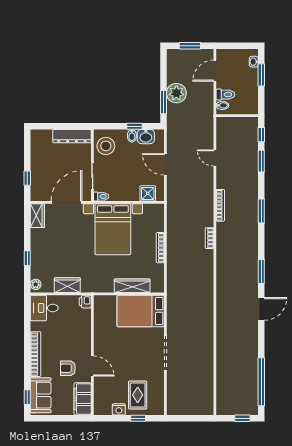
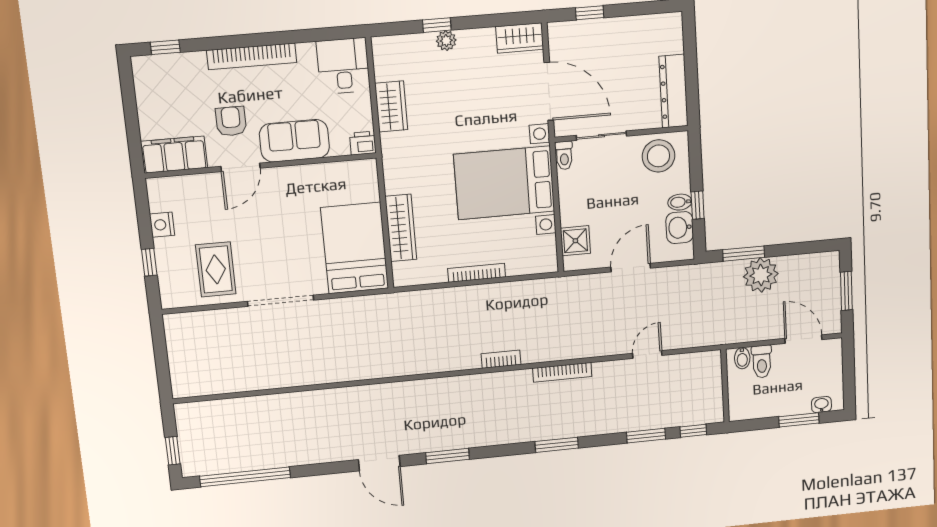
plant: (36, 284) -> (446, 41), moved
sofa: (41, 395) -> (294, 141), moved, turned 180
rug: (138, 395) -> (216, 269), moved, turned 90

